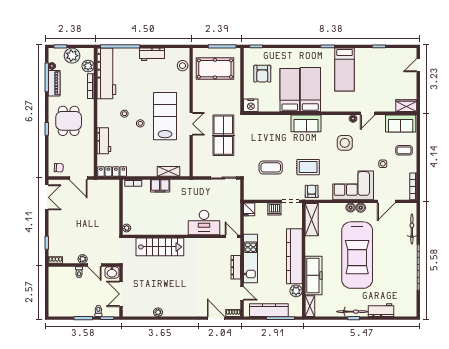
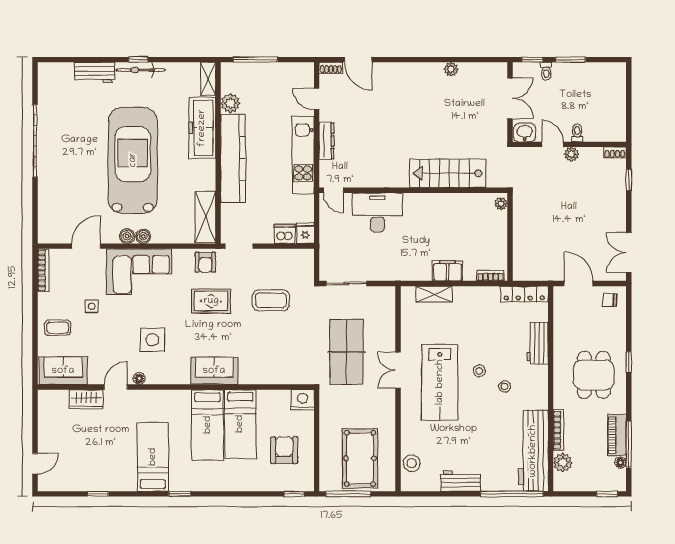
plant: (72, 56) -> (588, 479), removed
pool table: (215, 69) -> (360, 458), turned 90
wardrobe: (406, 106) -> (86, 399), moved
dishwasher: (274, 209) -> (285, 234), moved
bicycle: (412, 229) -> (45, 202), removed
kitchen counter: (269, 310) -> (274, 72), removed

